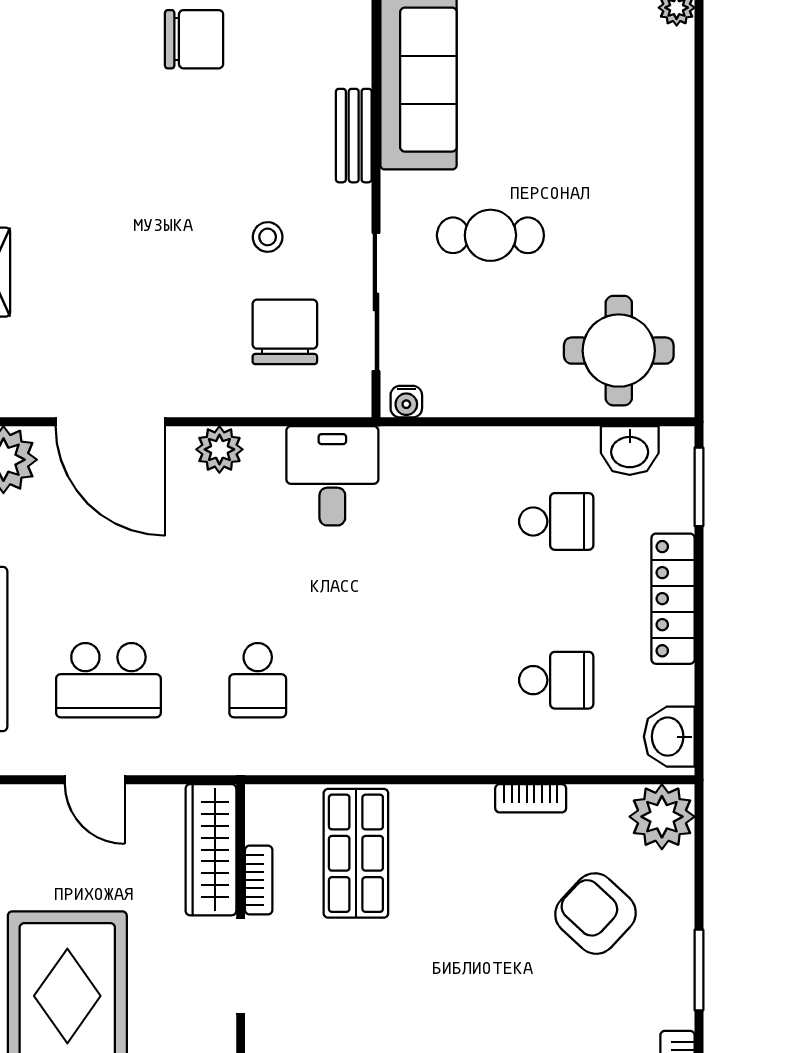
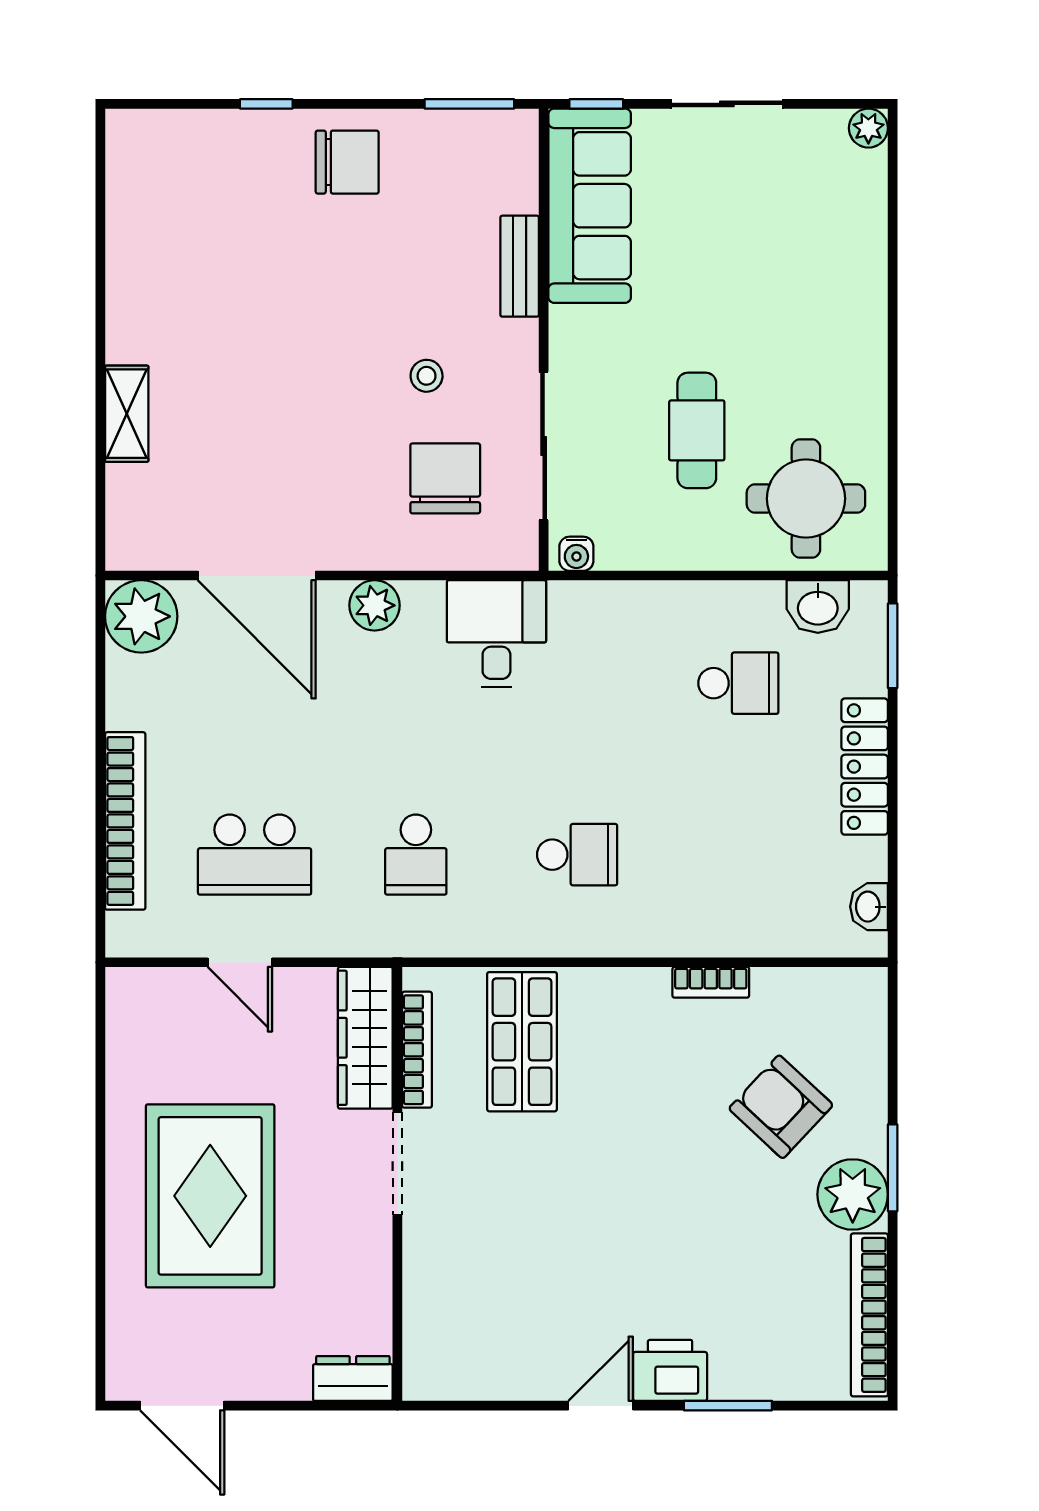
cafe table: (490, 235) -> (697, 430), moved, turned 90
school desk: (556, 680) -> (577, 855), moved
washbasin: (669, 737) -> (869, 907), width x0.72, depth x0.69
plant: (662, 817) -> (853, 1194), moved
bookcase: (259, 880) -> (417, 1050), width x1.56

